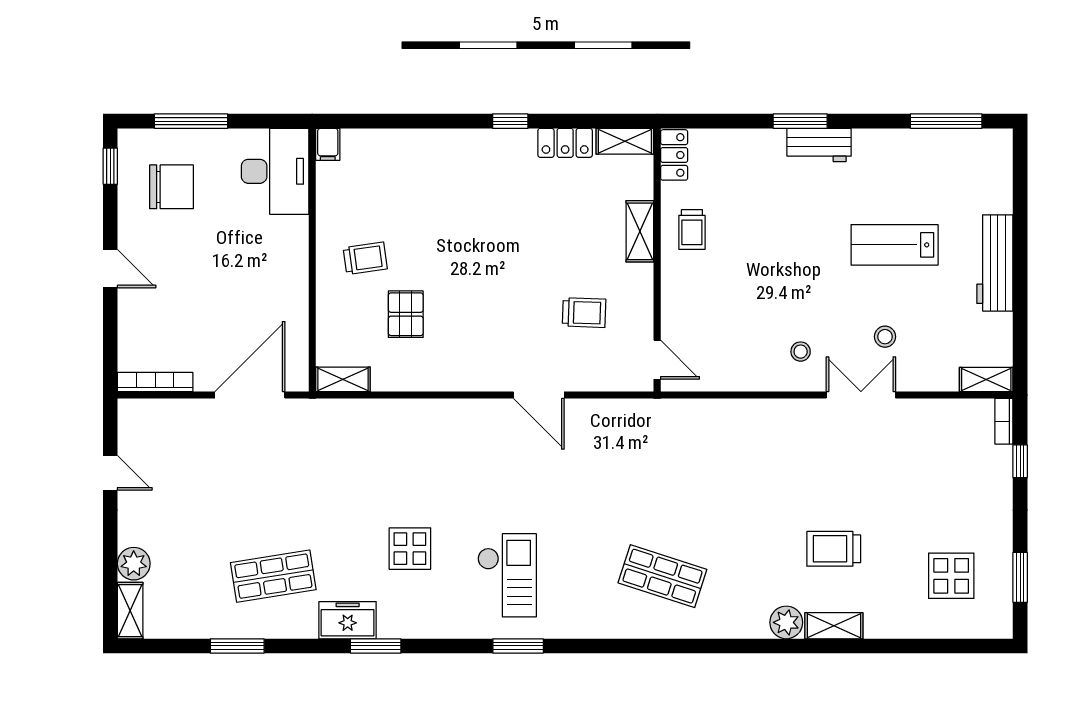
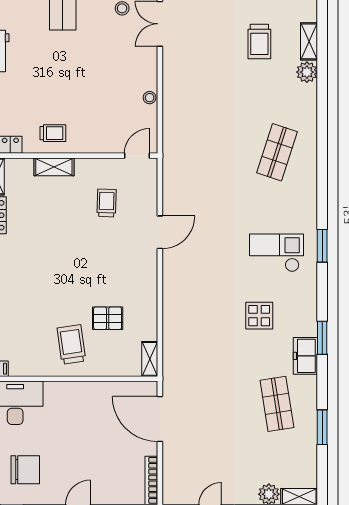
chair: (171, 187) -> (25, 470), turned 90
trolley: (365, 258) -> (71, 344), width x1.36, depth x1.39
stool: (801, 352) -> (150, 98), moved

